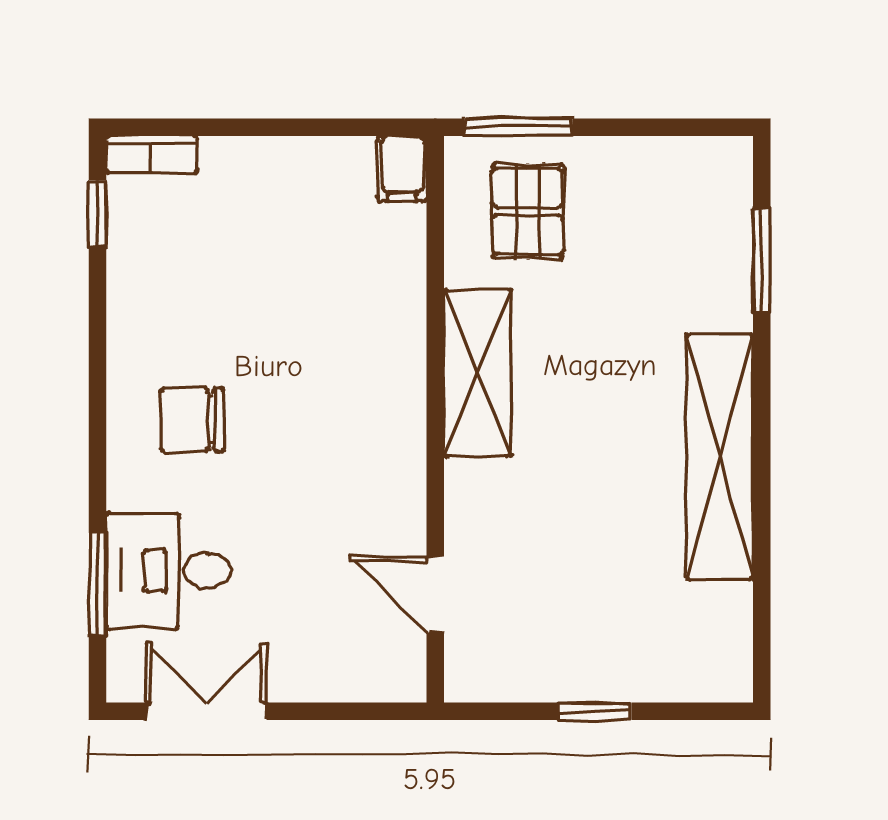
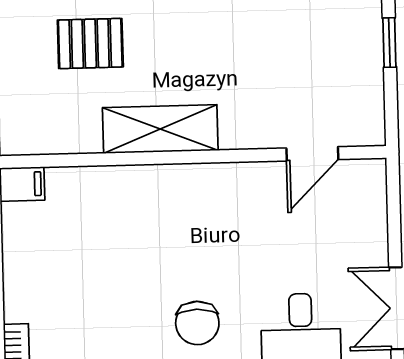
pallet: (528, 211) -> (90, 43), moved

